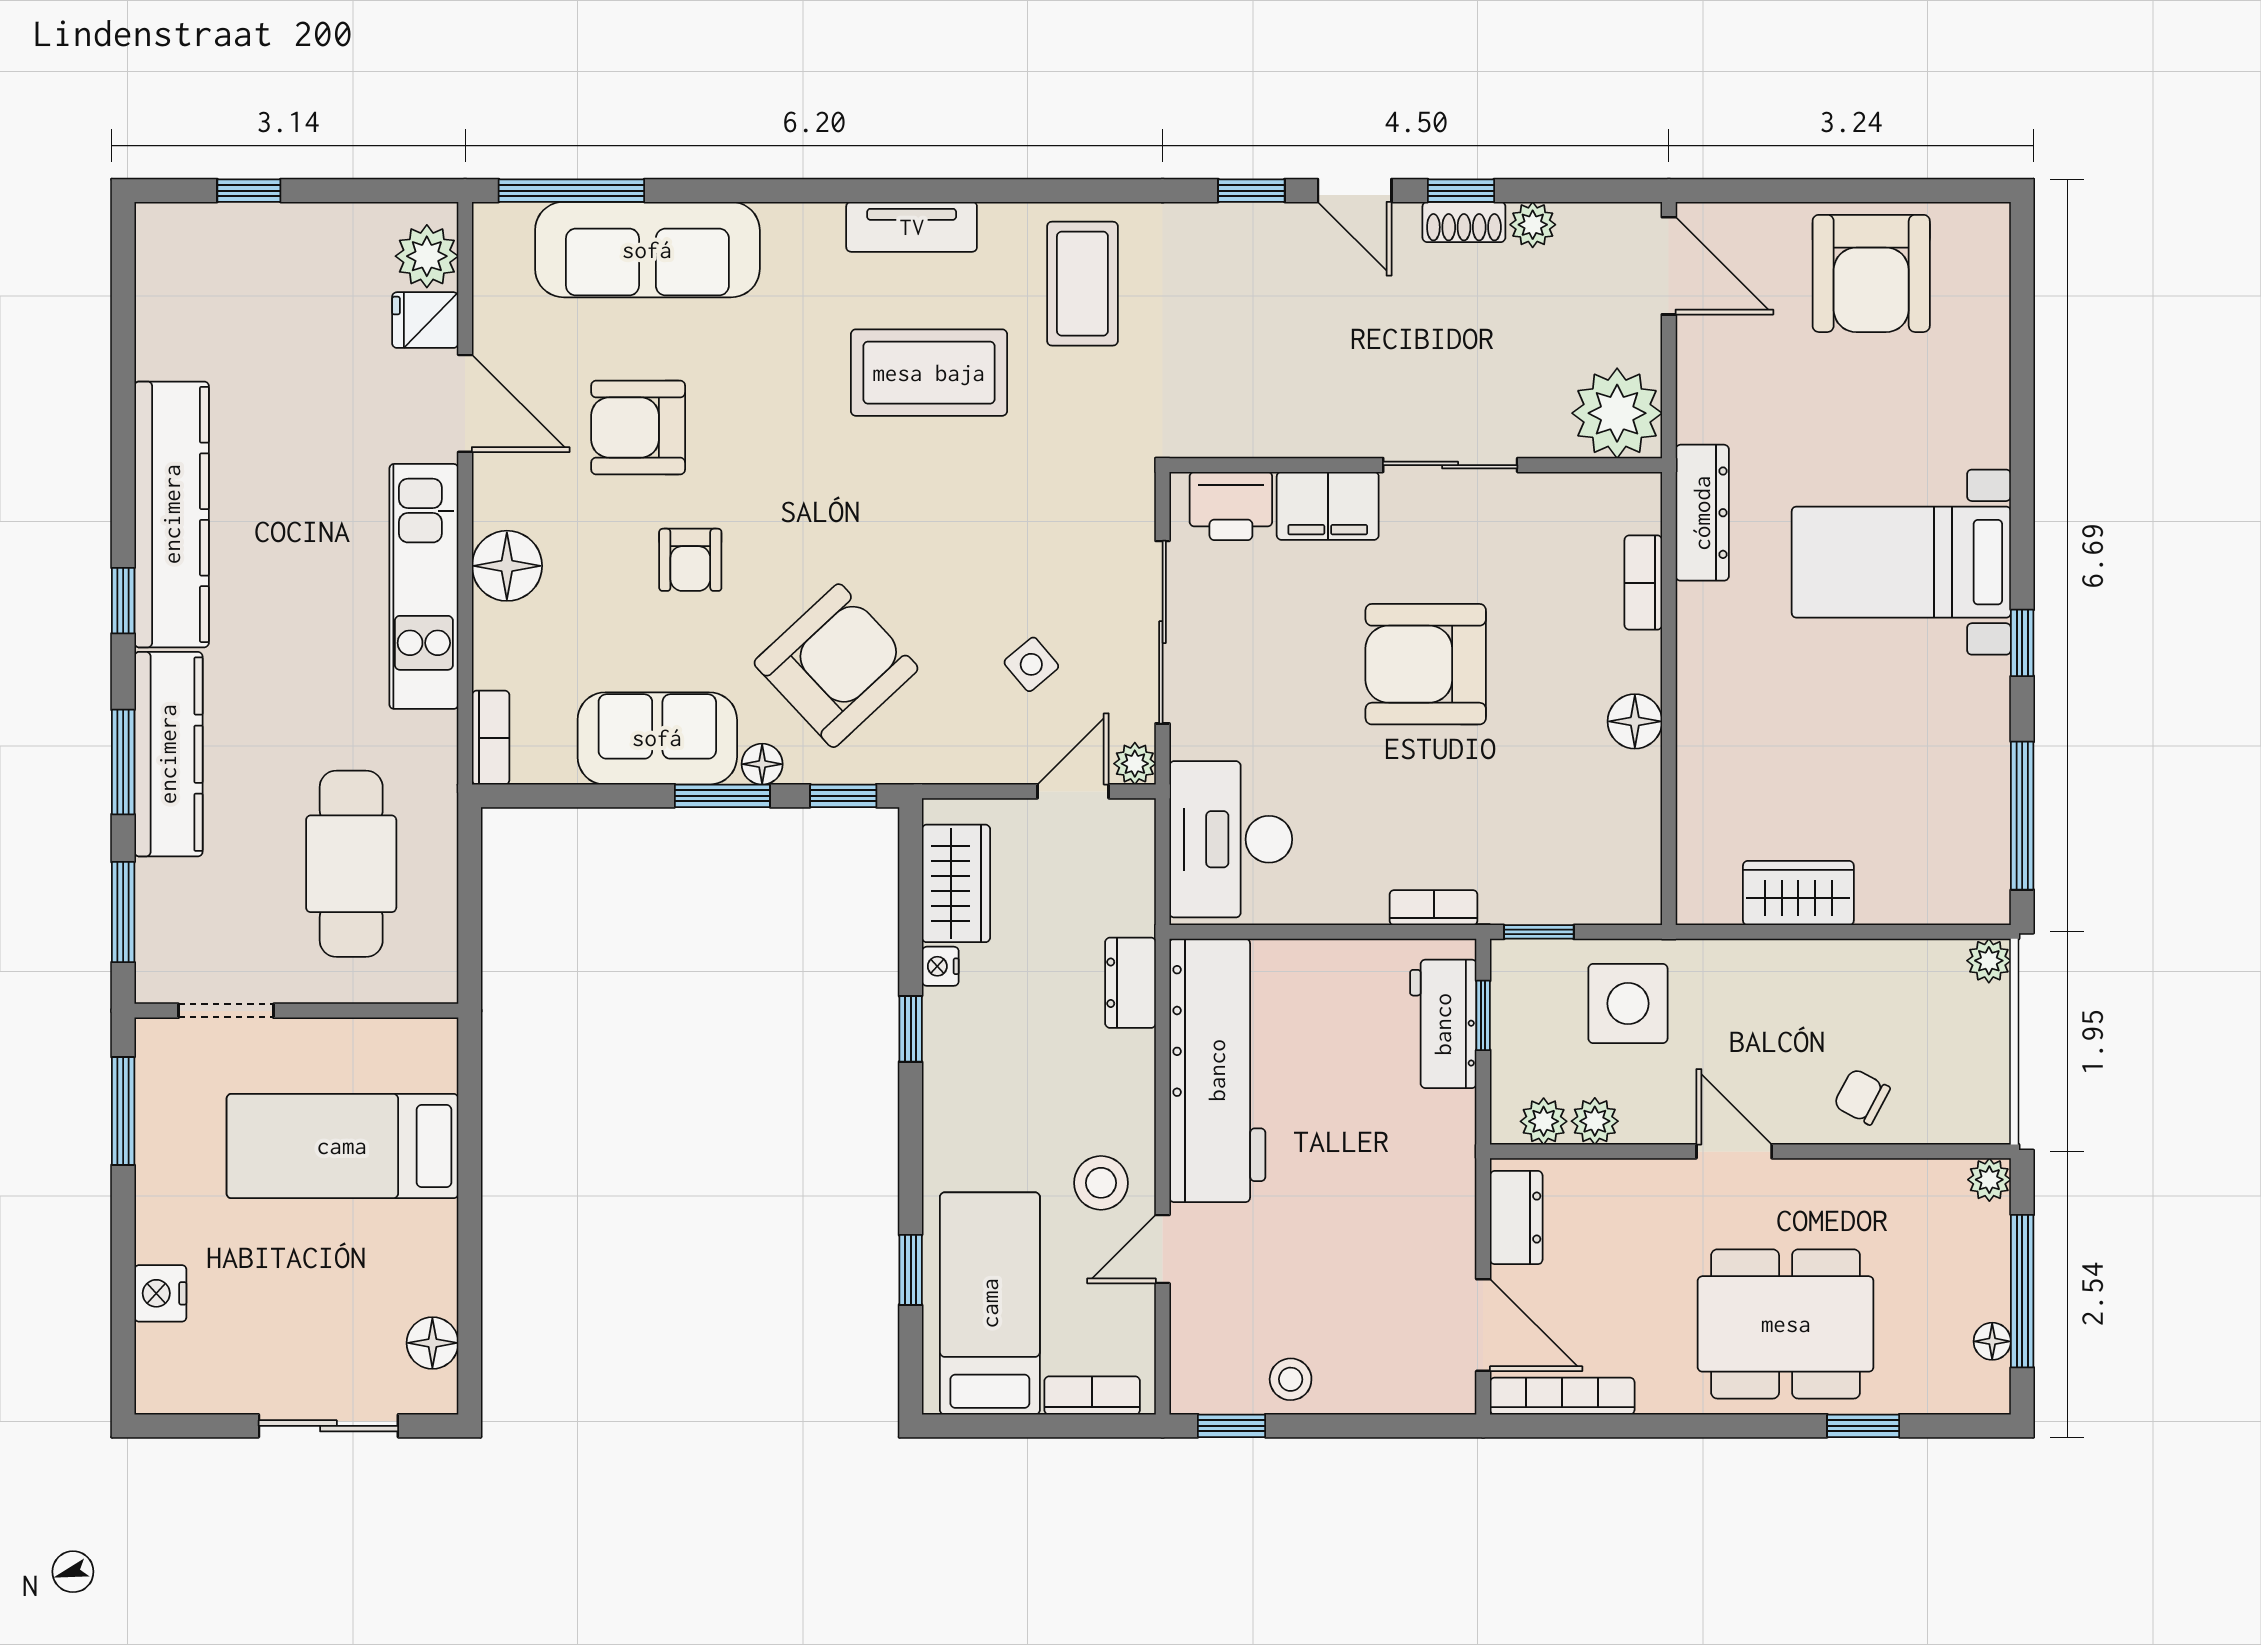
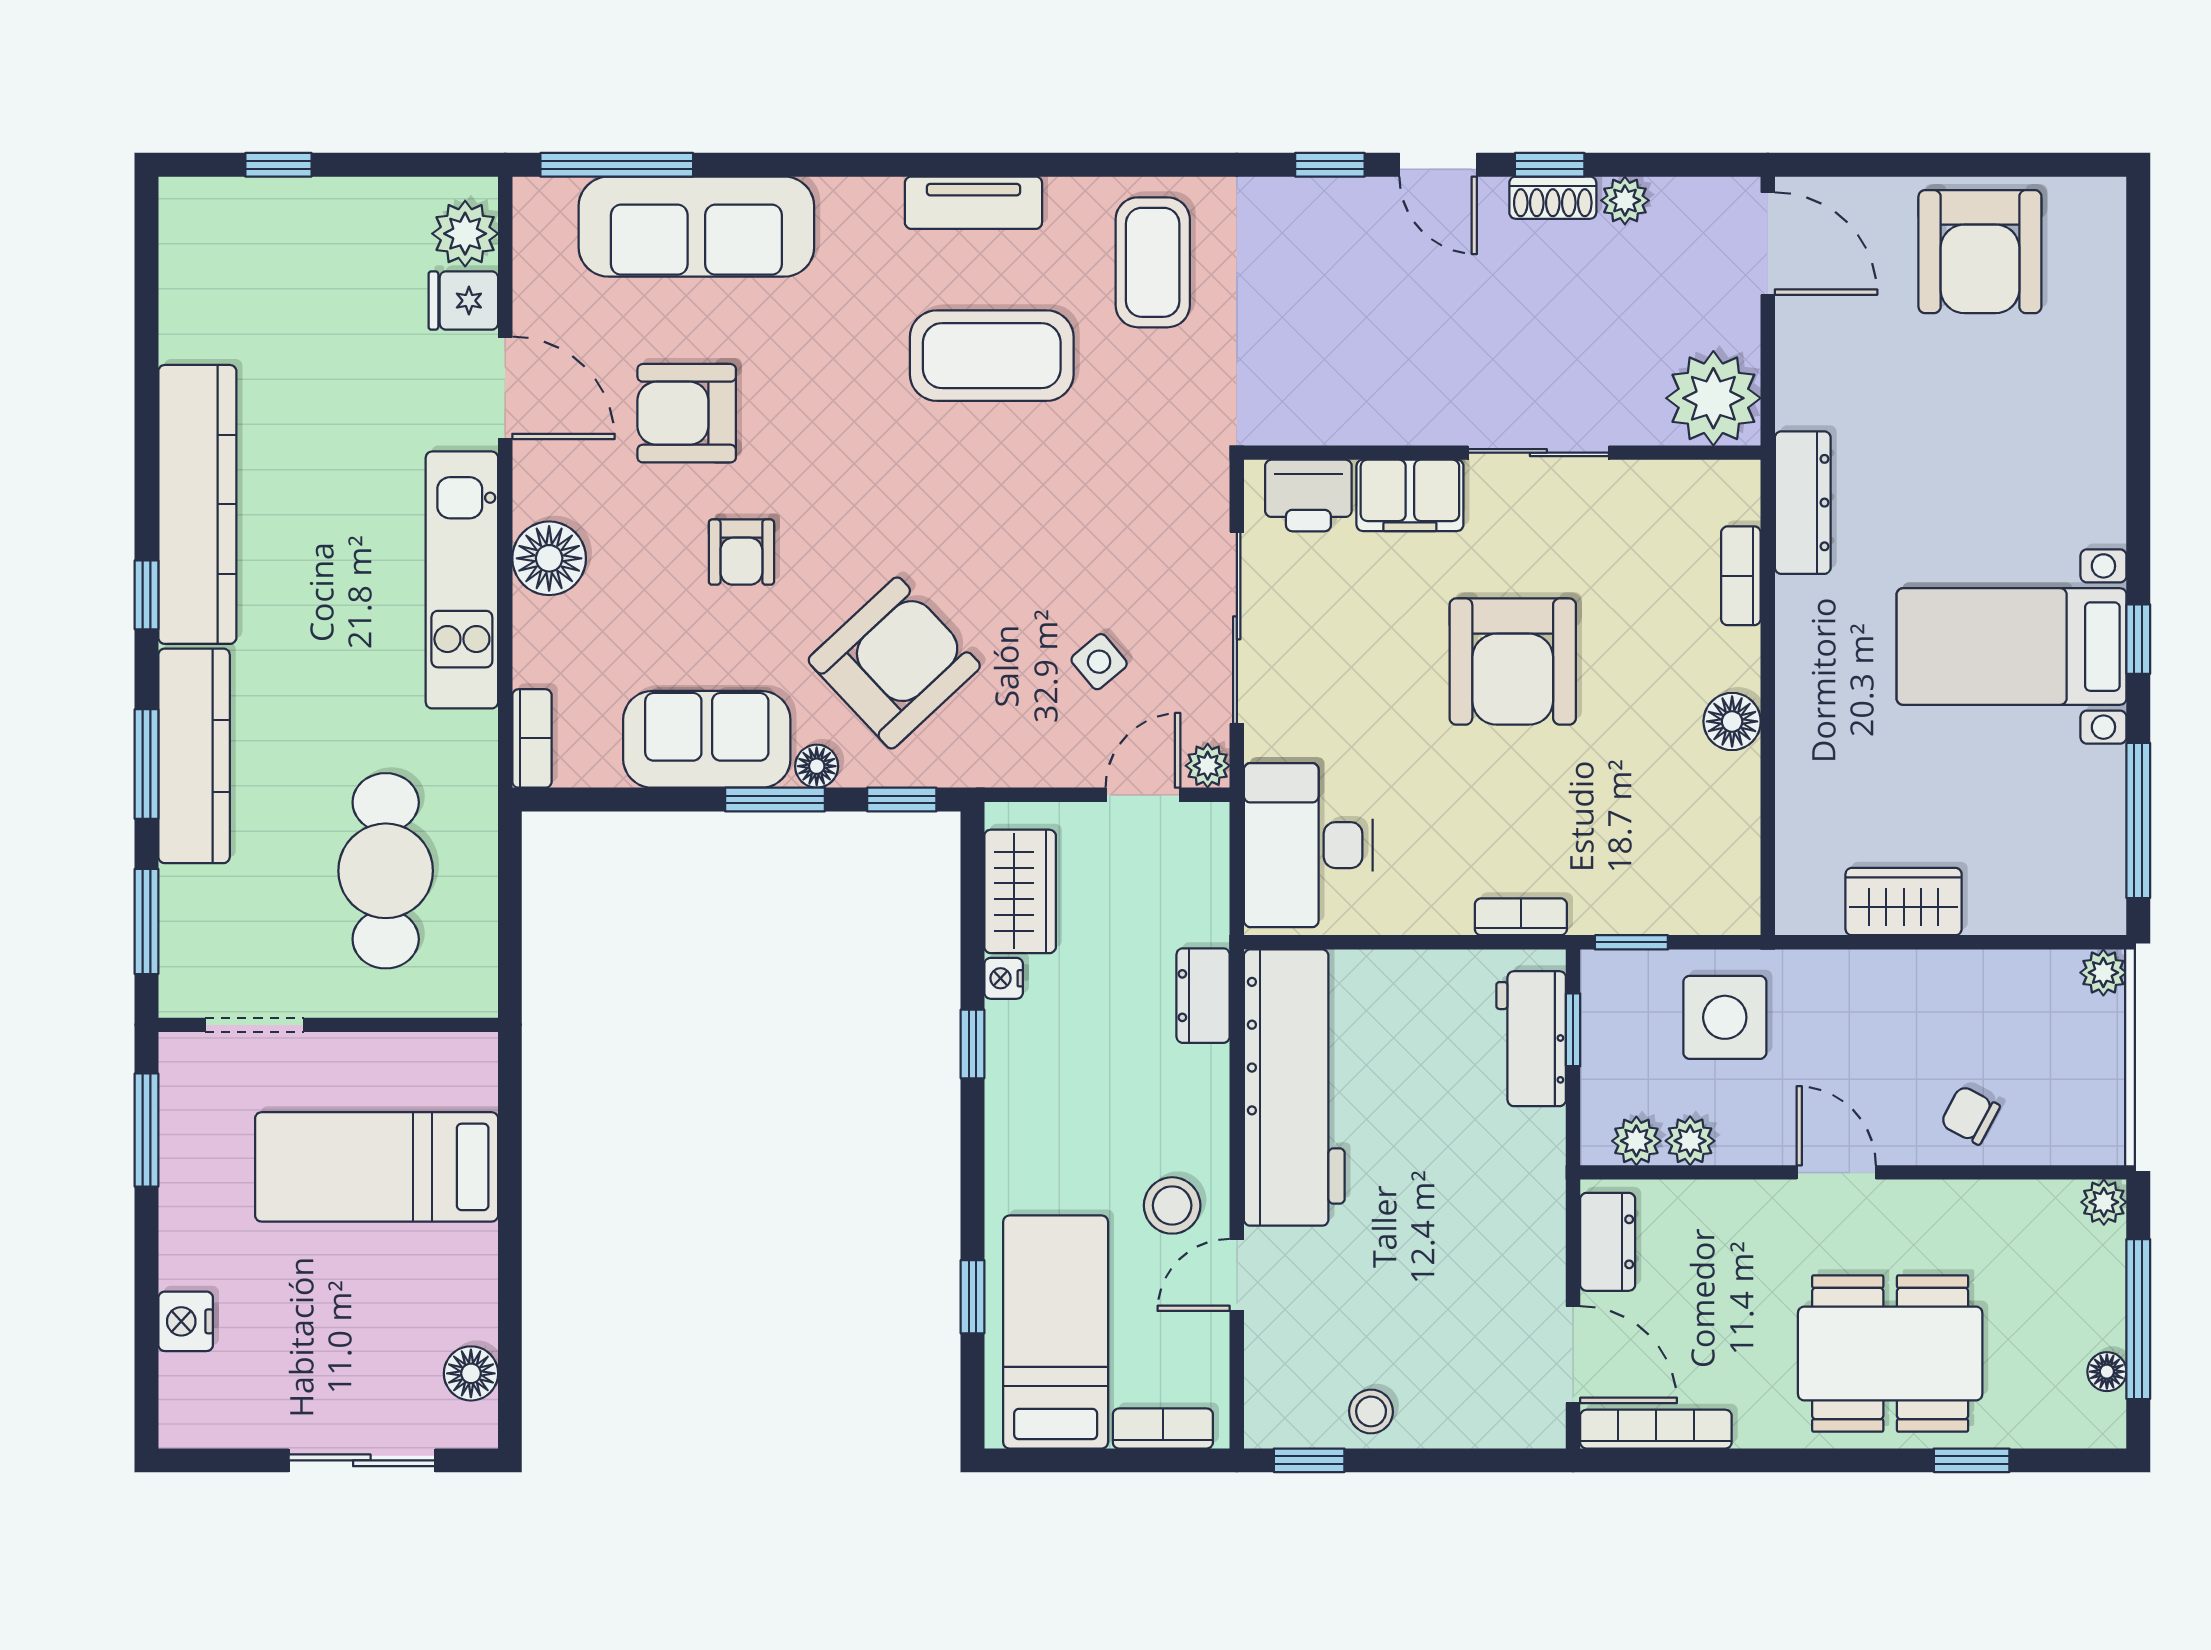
bed with nightstands: (1901, 562) -> (2012, 647), moved
armchair: (1426, 664) -> (1513, 661), turned -90

